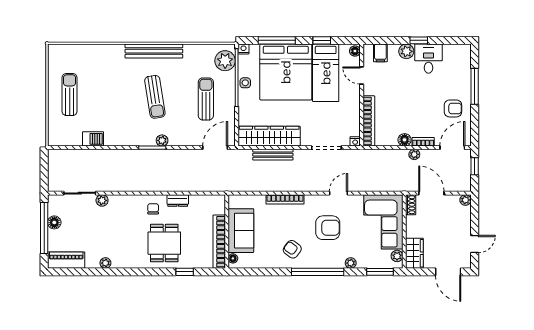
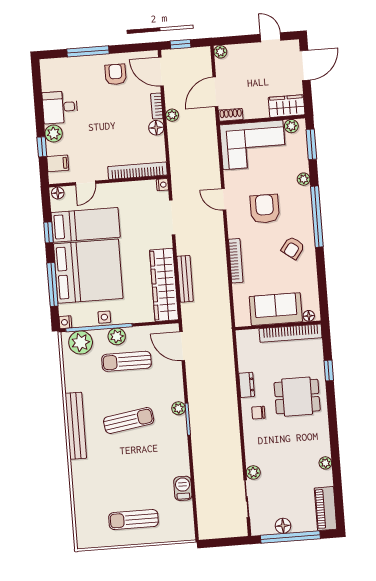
window: (419, 40) -> (42, 147), moved
plant: (228, 92) -> (117, 336), added

